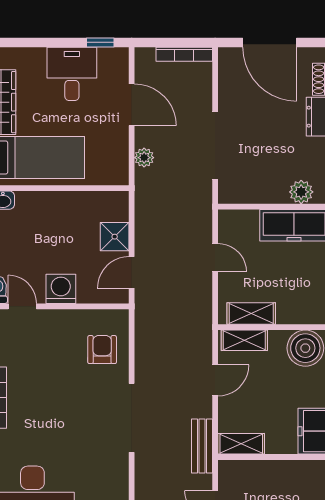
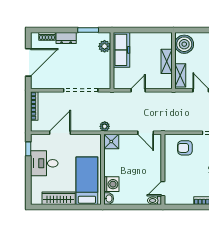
plant: (144, 158) -> (105, 126), moved
shower: (115, 237) -> (111, 142), moved
washing machine: (61, 289) -> (111, 184), moved, turned 180
shelving: (251, 314) -> (167, 61), moved

